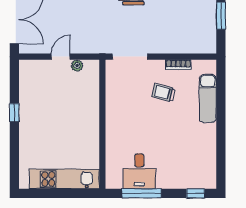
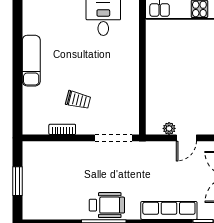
exam couch: (208, 98) -> (31, 61), moved

